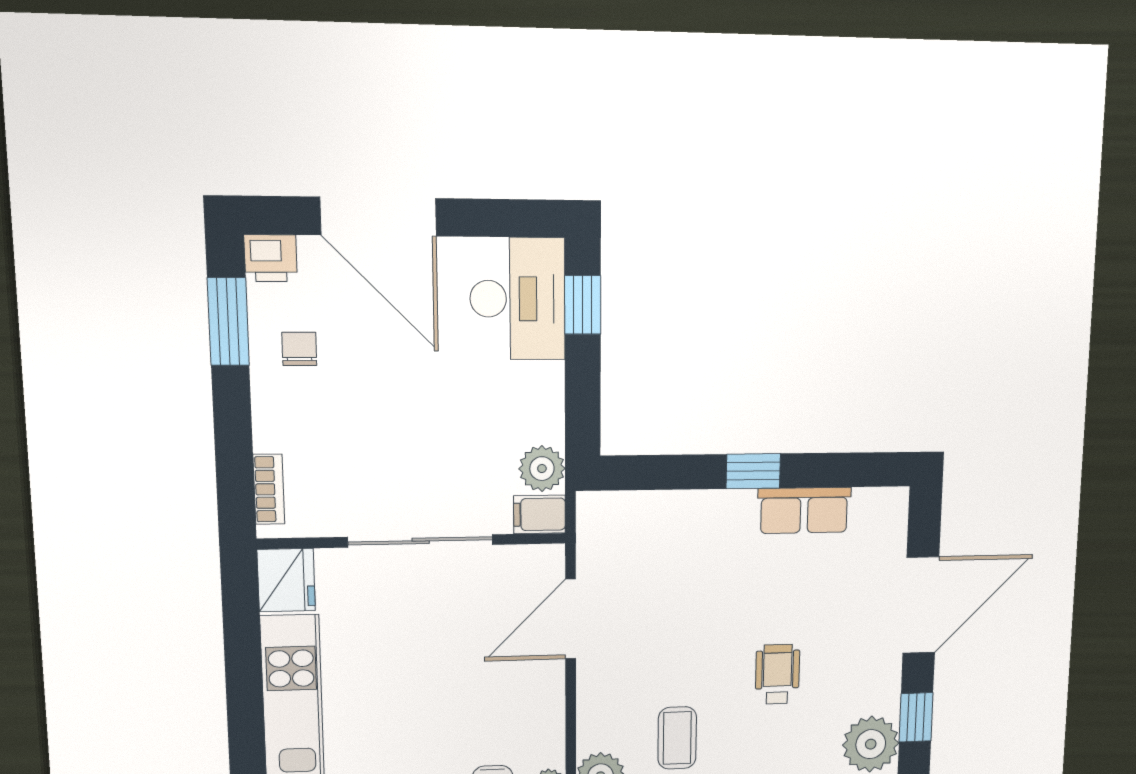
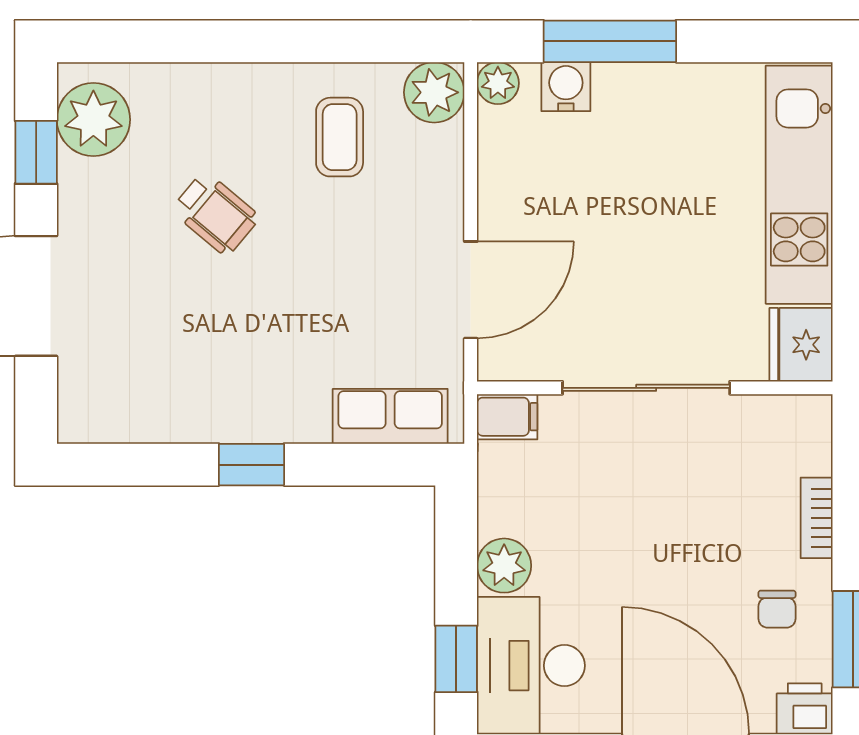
plant: (542, 469) -> (504, 566), moved
bookcase: (269, 489) -> (817, 518), moved
row of seats: (804, 510) -> (390, 416), moved
wheelchair: (777, 674) -> (215, 214), turned -50

